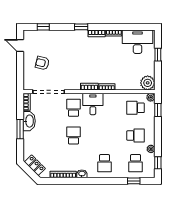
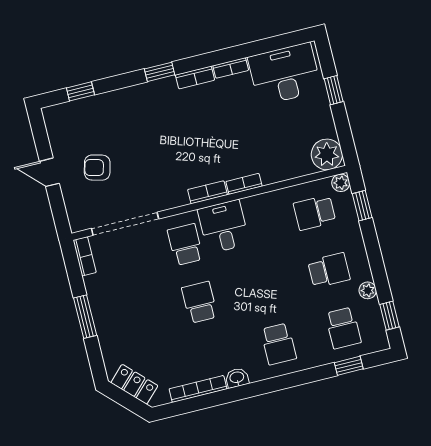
door: (20, 46) -> (49, 172), moved
washbasin: (29, 121) -> (100, 295), removed

